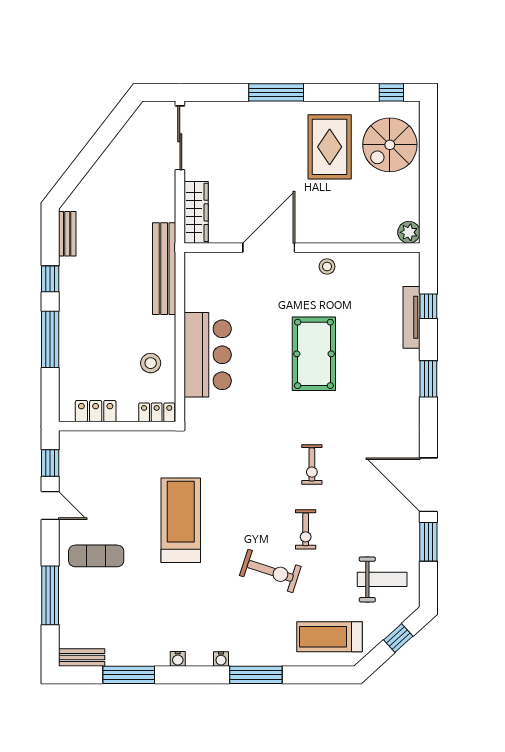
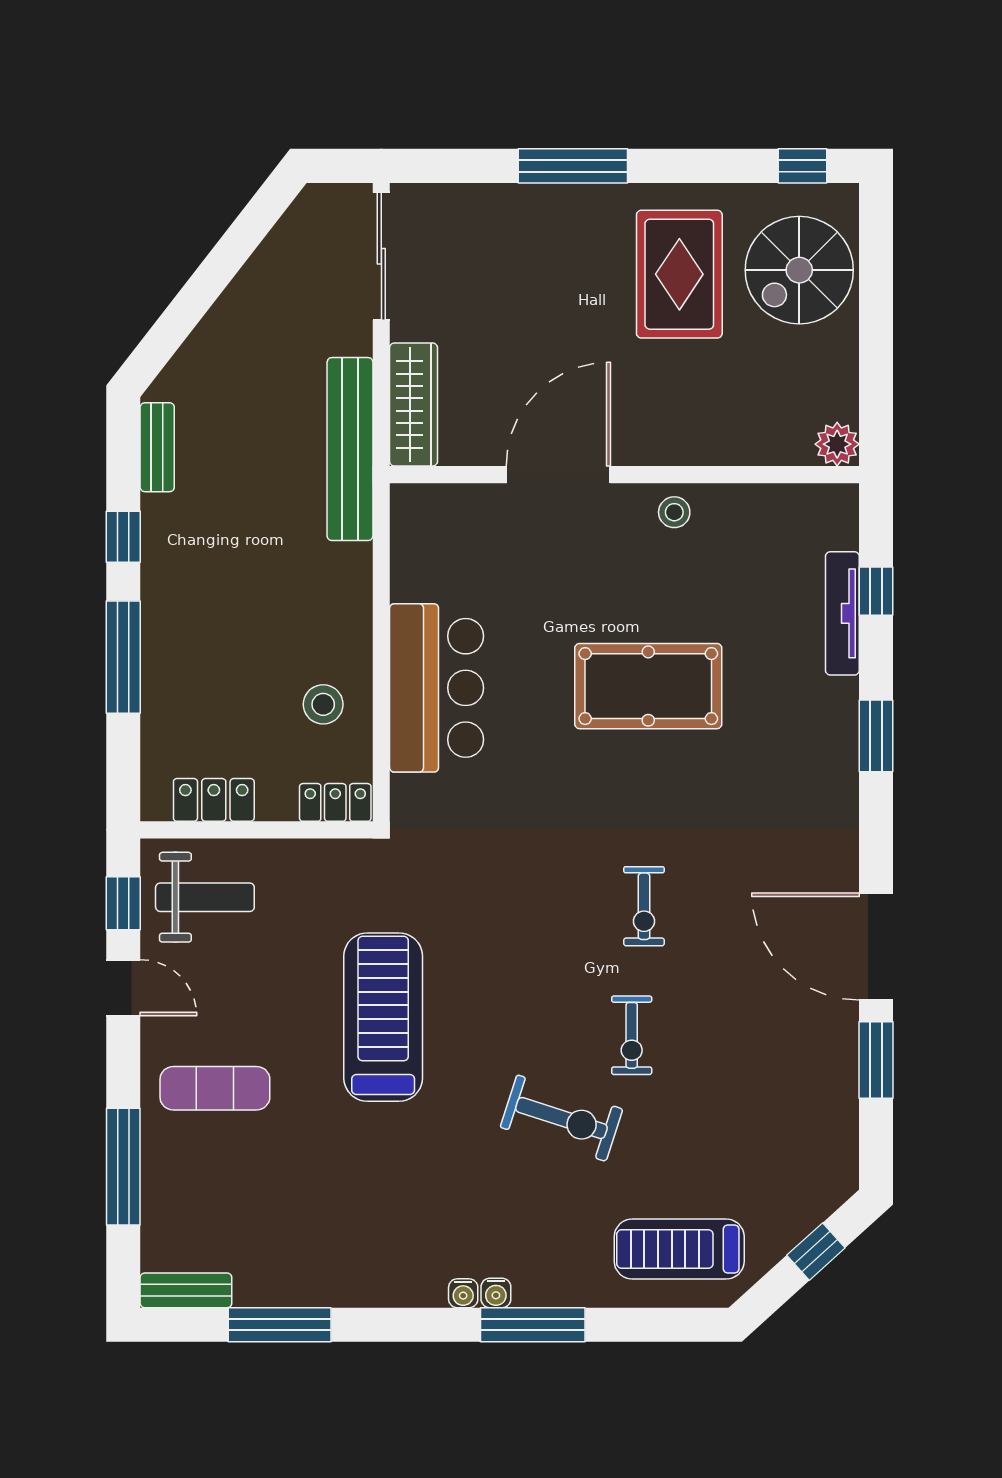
bench: (164, 269) -> (350, 449), moved
pool table: (314, 354) -> (648, 686), turned 90
weight bench: (382, 579) -> (205, 897), moved
water cooler: (178, 659) -> (496, 1293), moved

